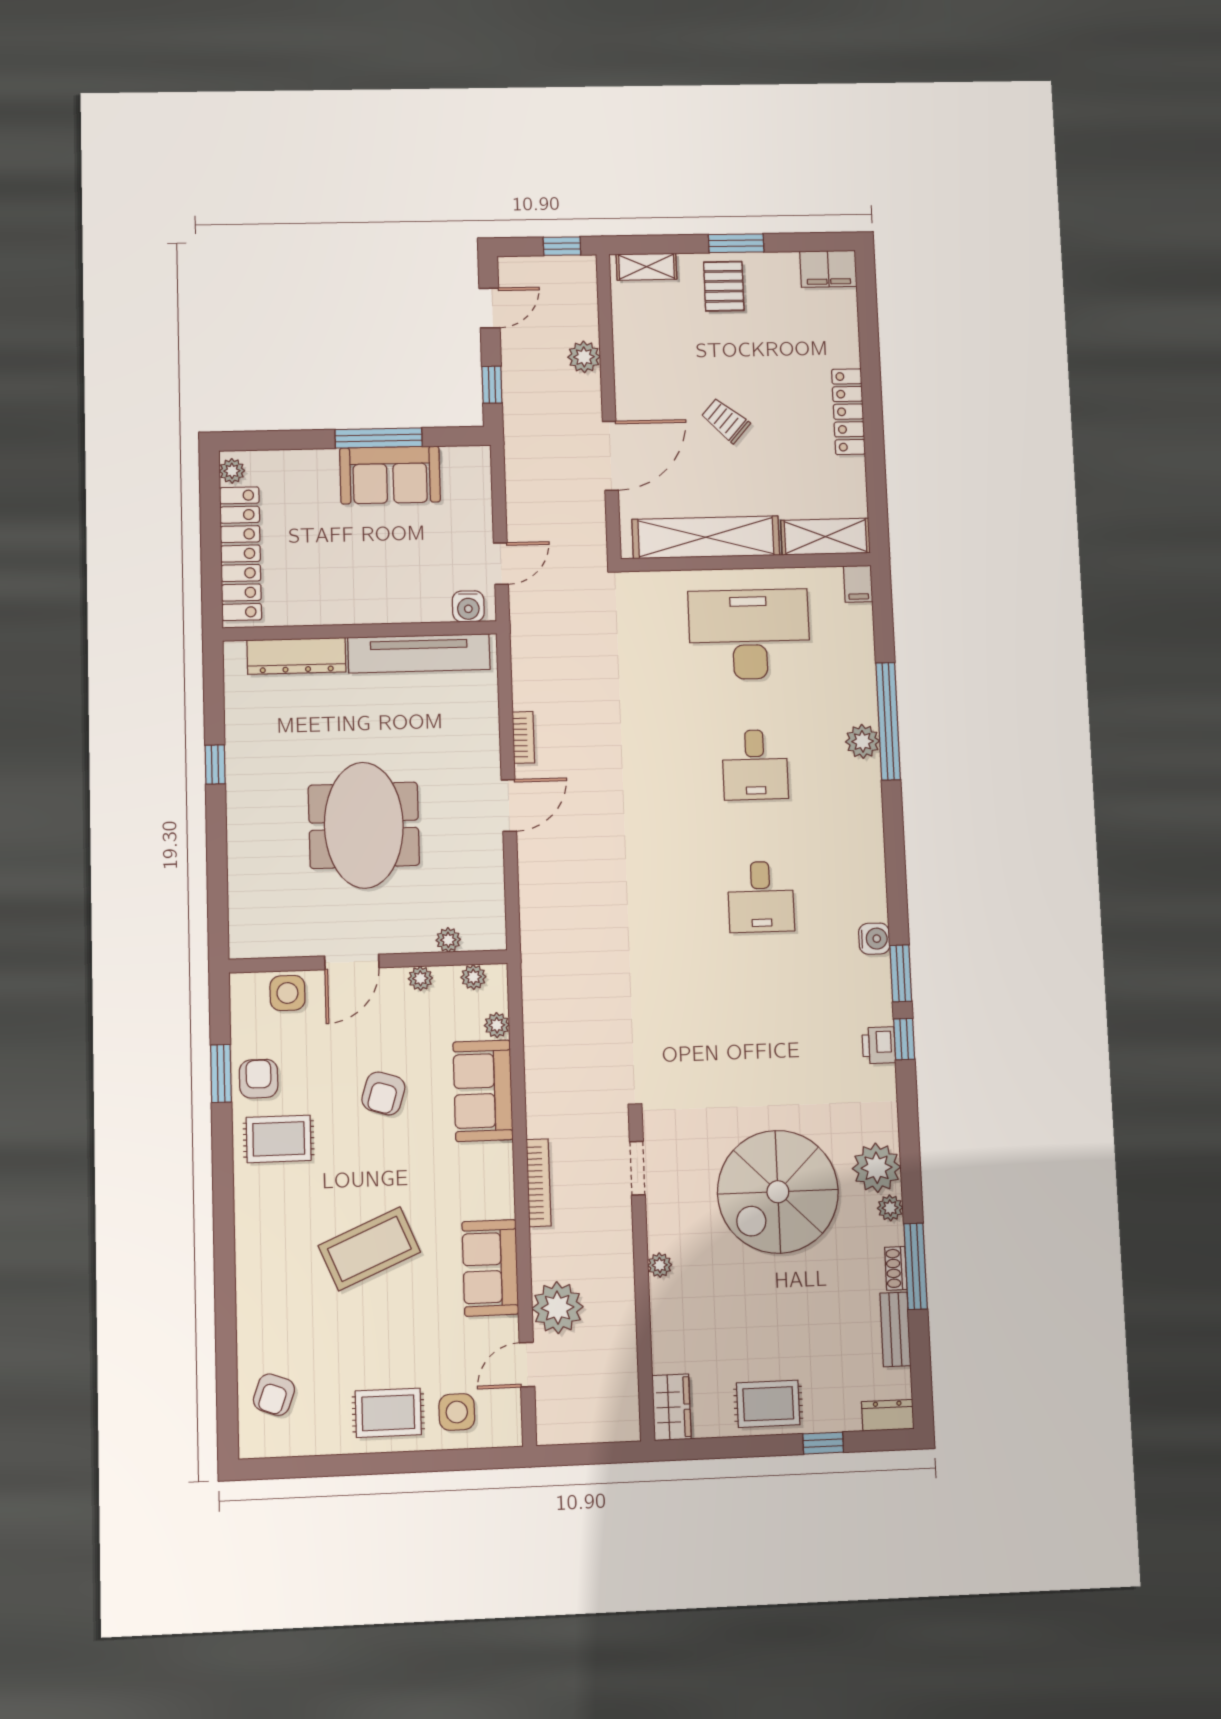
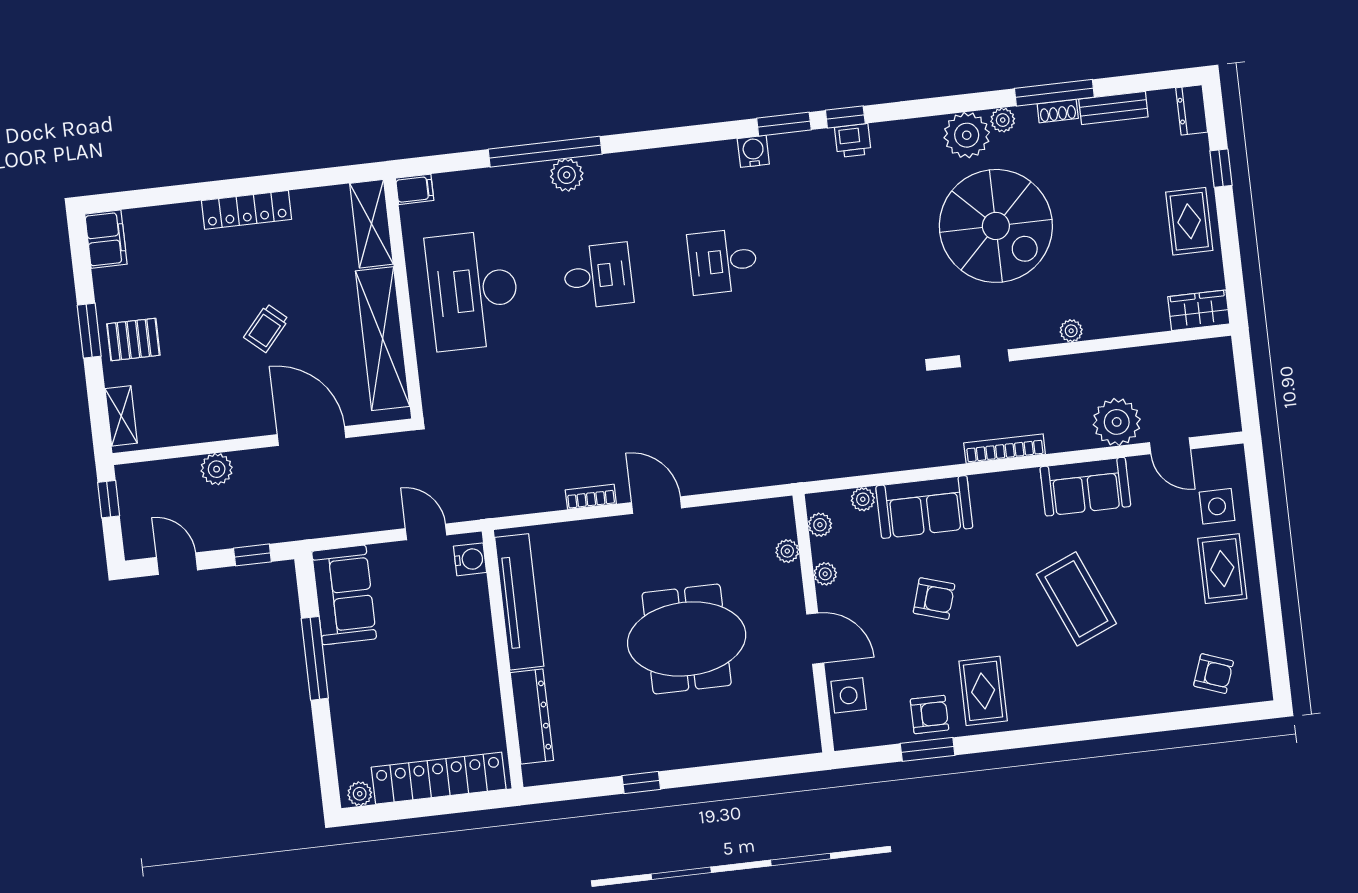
sofa: (390, 475) -> (344, 595), moved
desk: (761, 897) -> (723, 261), turned 180
armchair: (259, 1079) -> (930, 714), turned 180

